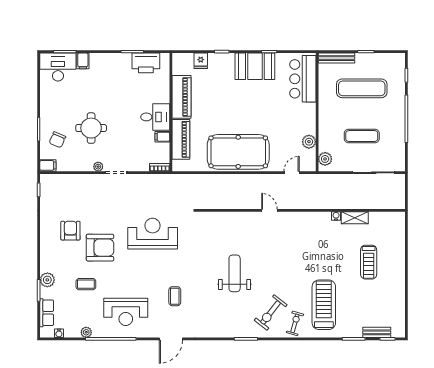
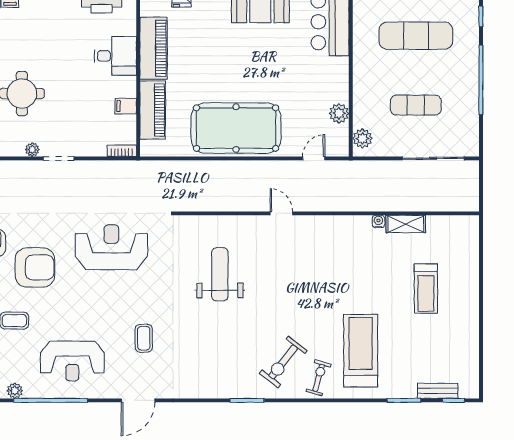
desk: (155, 117) -> (115, 56), moved
weight bench: (235, 273) -> (220, 274), moved

